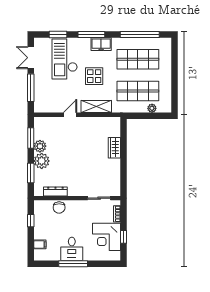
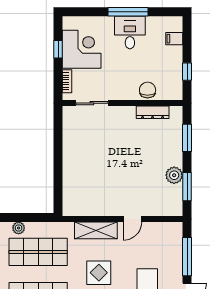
wardrobe: (114, 148) -> (71, 173), removed
plant: (42, 161) -> (172, 155), removed

